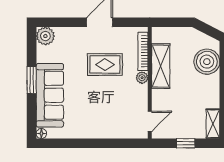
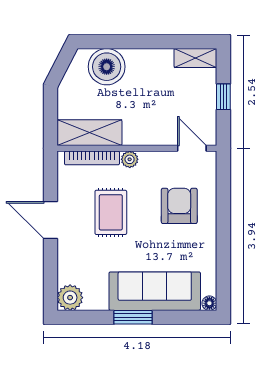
shelving: (161, 66) -> (89, 133), moved
armchair: (109, 112) -> (179, 206), added

